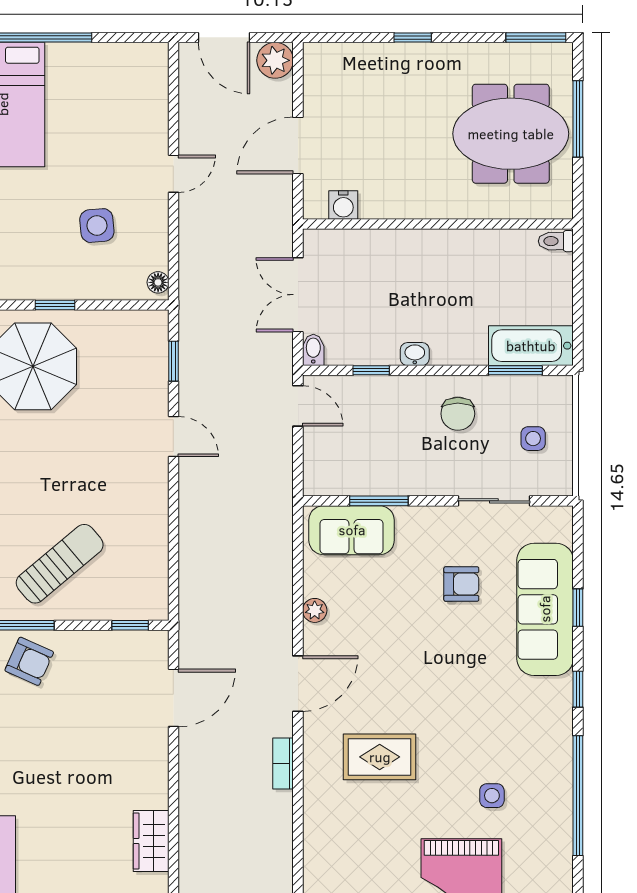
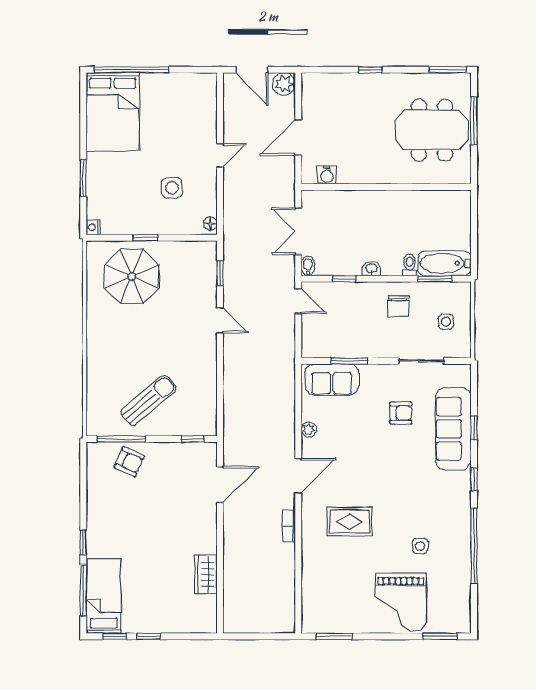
toilet: (556, 241) -> (410, 265), moved, turned 90

